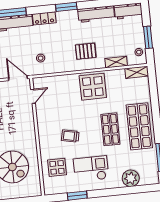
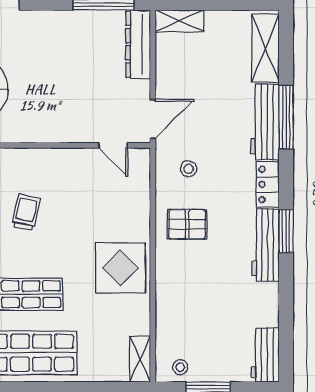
workbench: (96, 14) -> (266, 245), moved
pallet: (86, 51) -> (187, 224), moved, turned 90
shelving: (116, 62) -> (165, 320), removed

